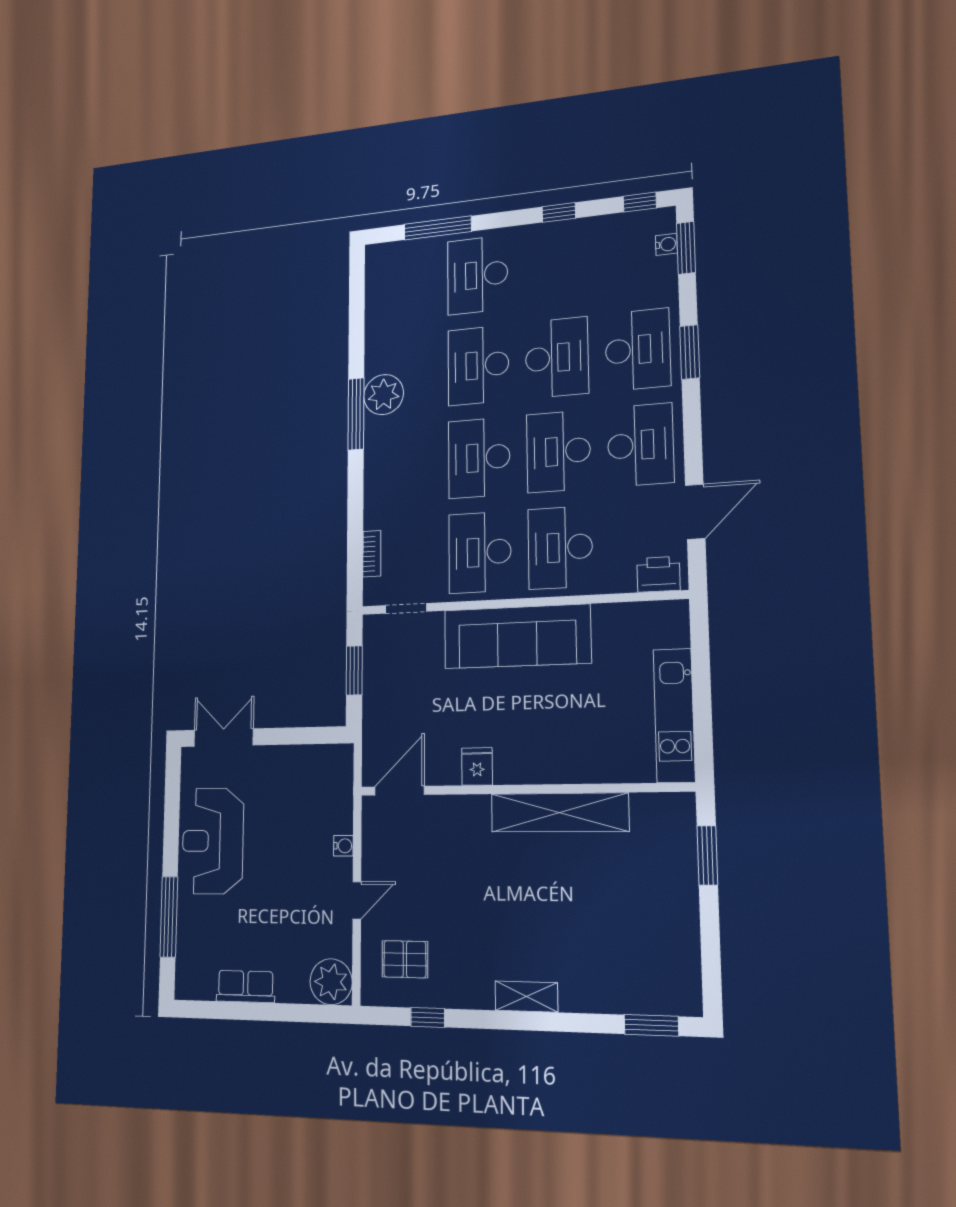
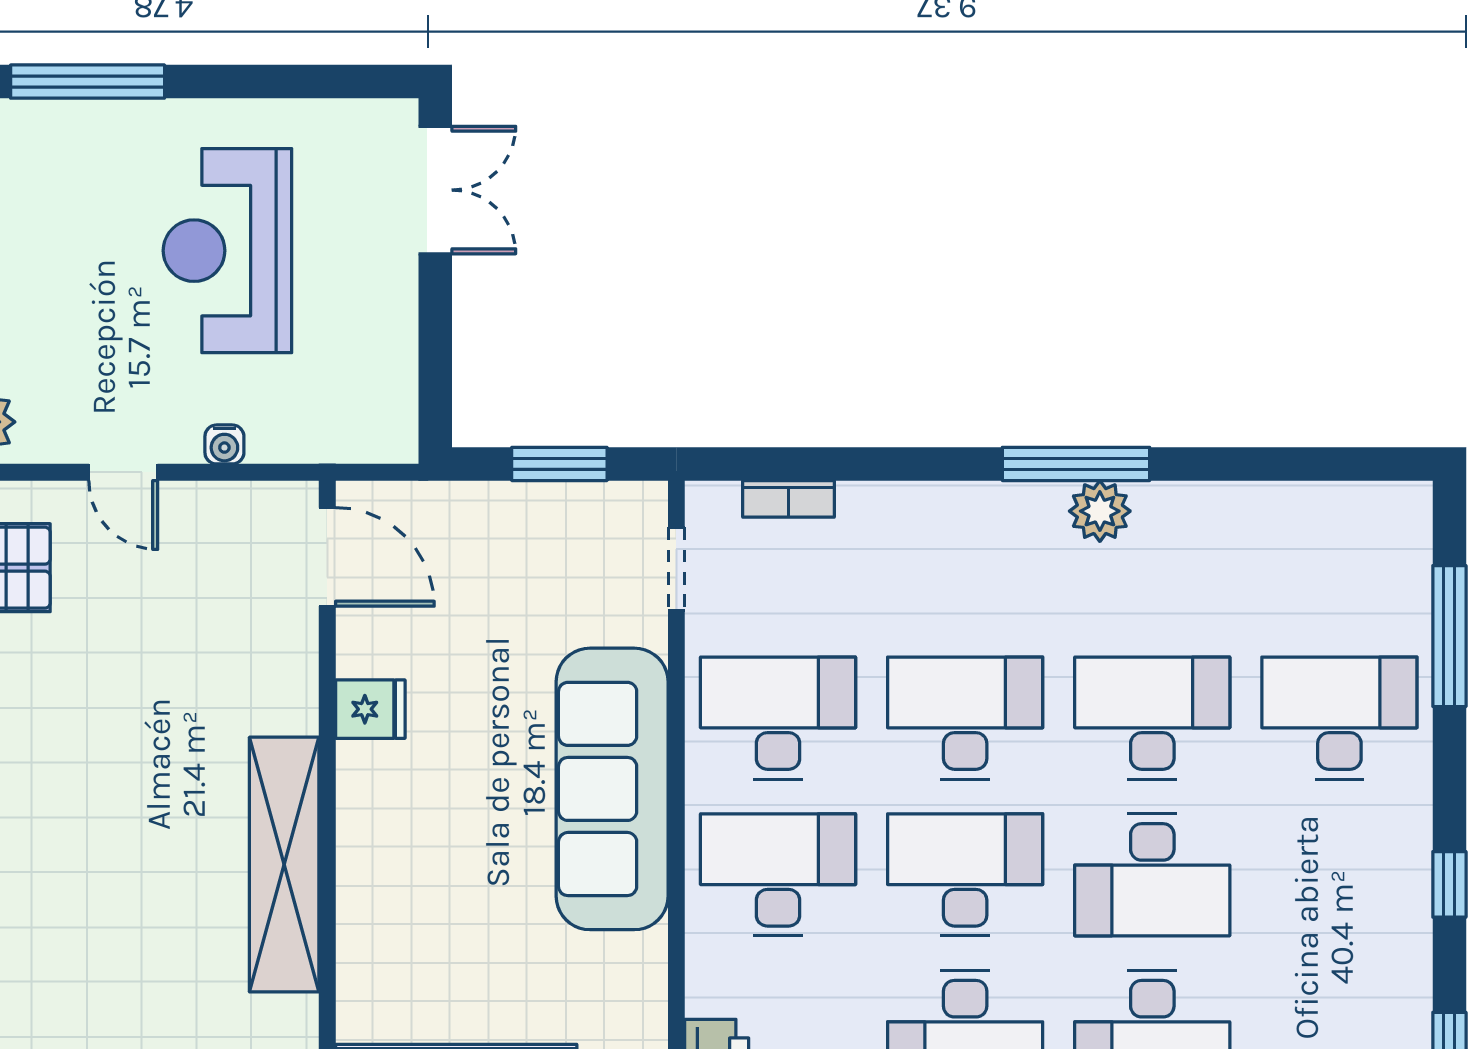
plant: (384, 395) -> (1100, 511), width x0.73, depth x0.73
reception desk: (213, 841) -> (227, 251), moved, turned -90

